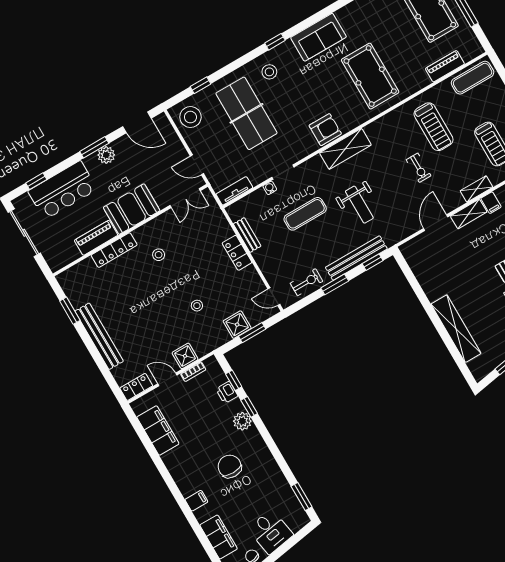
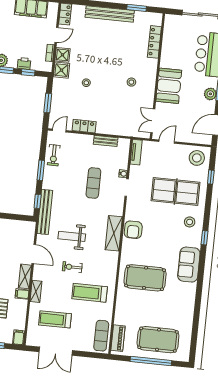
piano: (445, 66) -> (118, 338), moved
weight bench: (359, 205) -> (72, 236), moved
piano: (96, 238) -> (167, 53), removed
locker: (114, 250) -> (154, 42), moved
locker: (237, 253) -> (84, 126), moved
bench: (356, 258) -> (45, 212), moved
shower: (237, 325) -> (61, 70), moved

